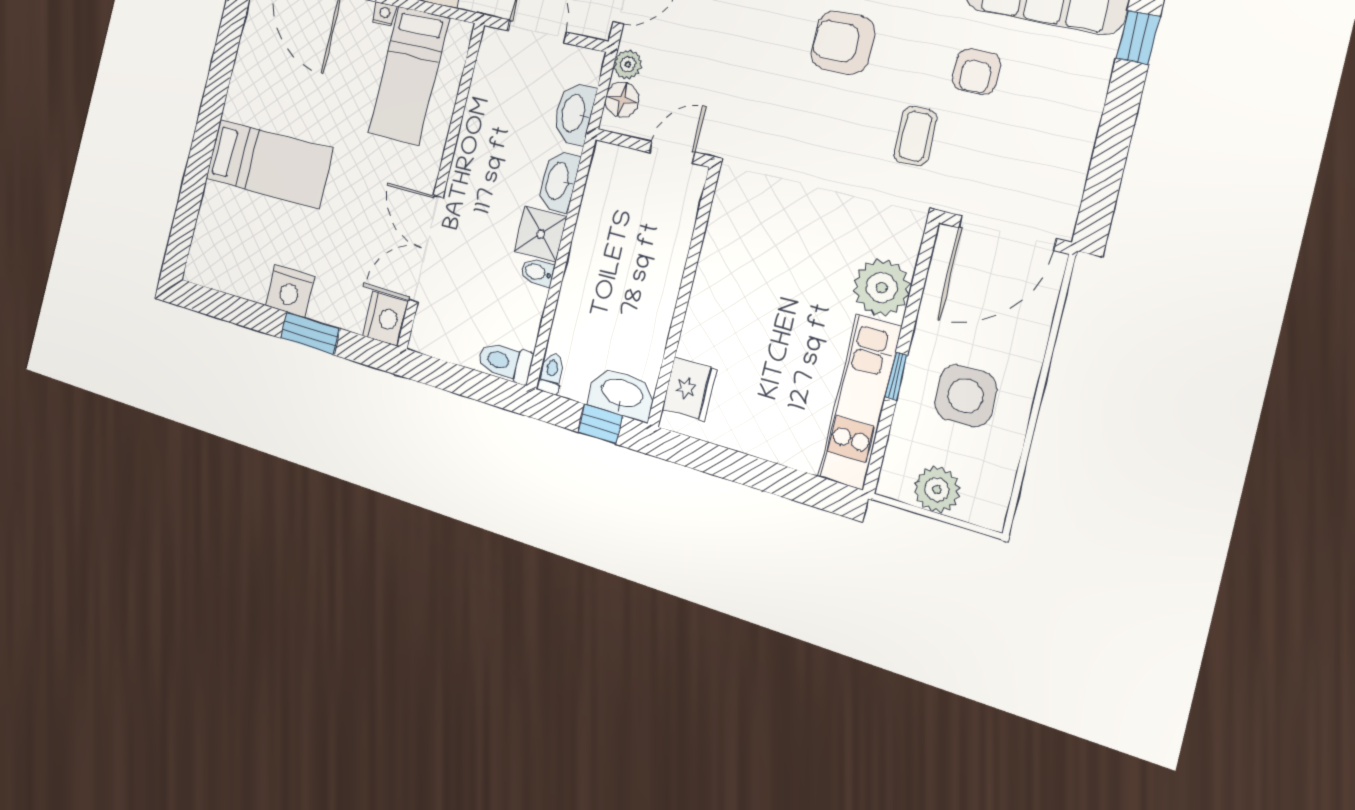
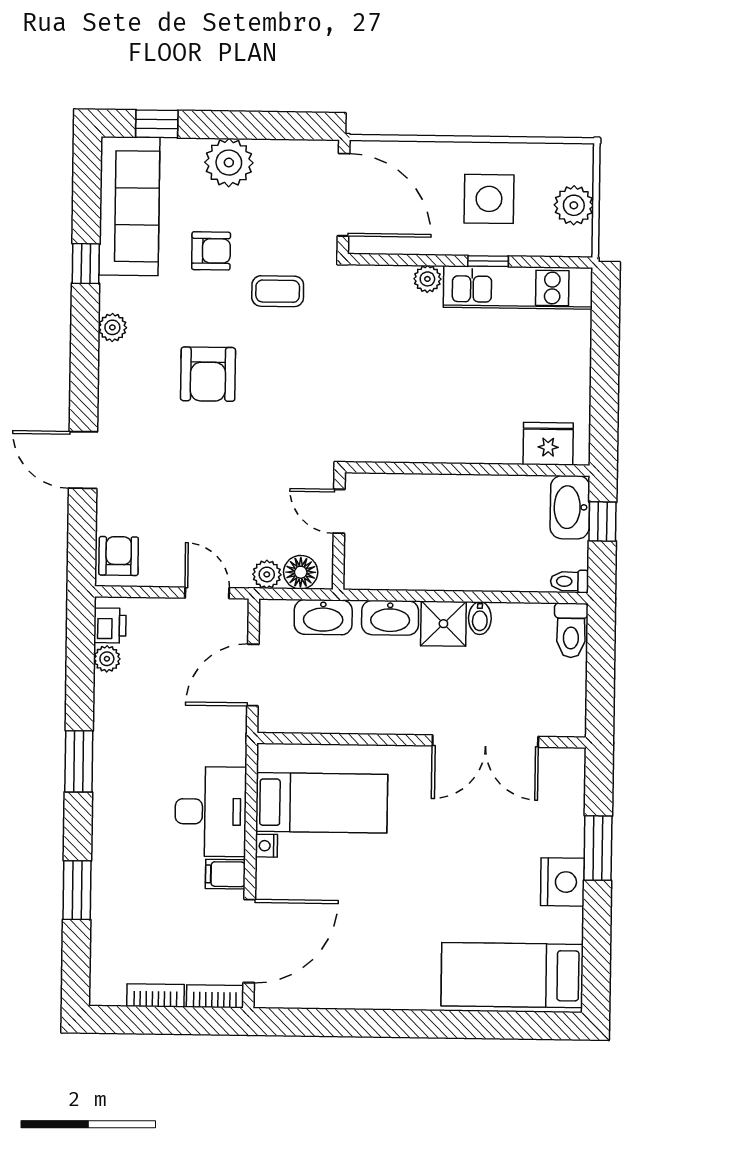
plant: (1073, 111) -> (229, 163), added
bed: (269, 164) -> (512, 975), moved, turned -90
plant: (882, 288) -> (427, 279), width x0.53, depth x0.53
nightstand: (385, 318) -> (563, 768), removed

